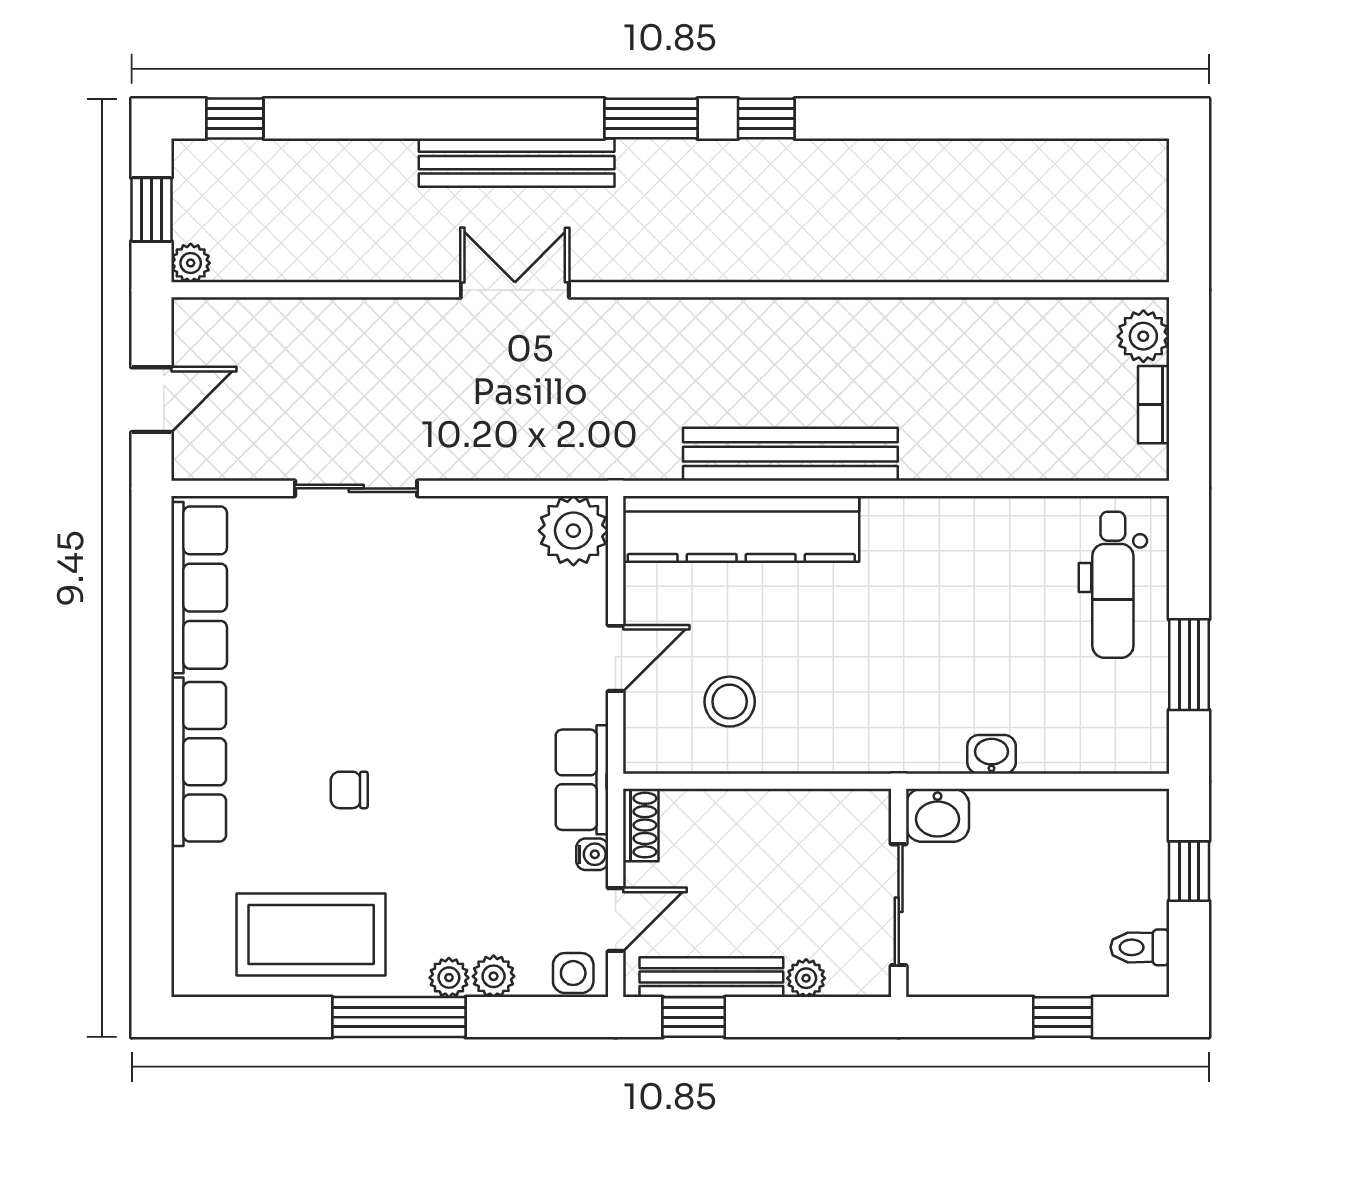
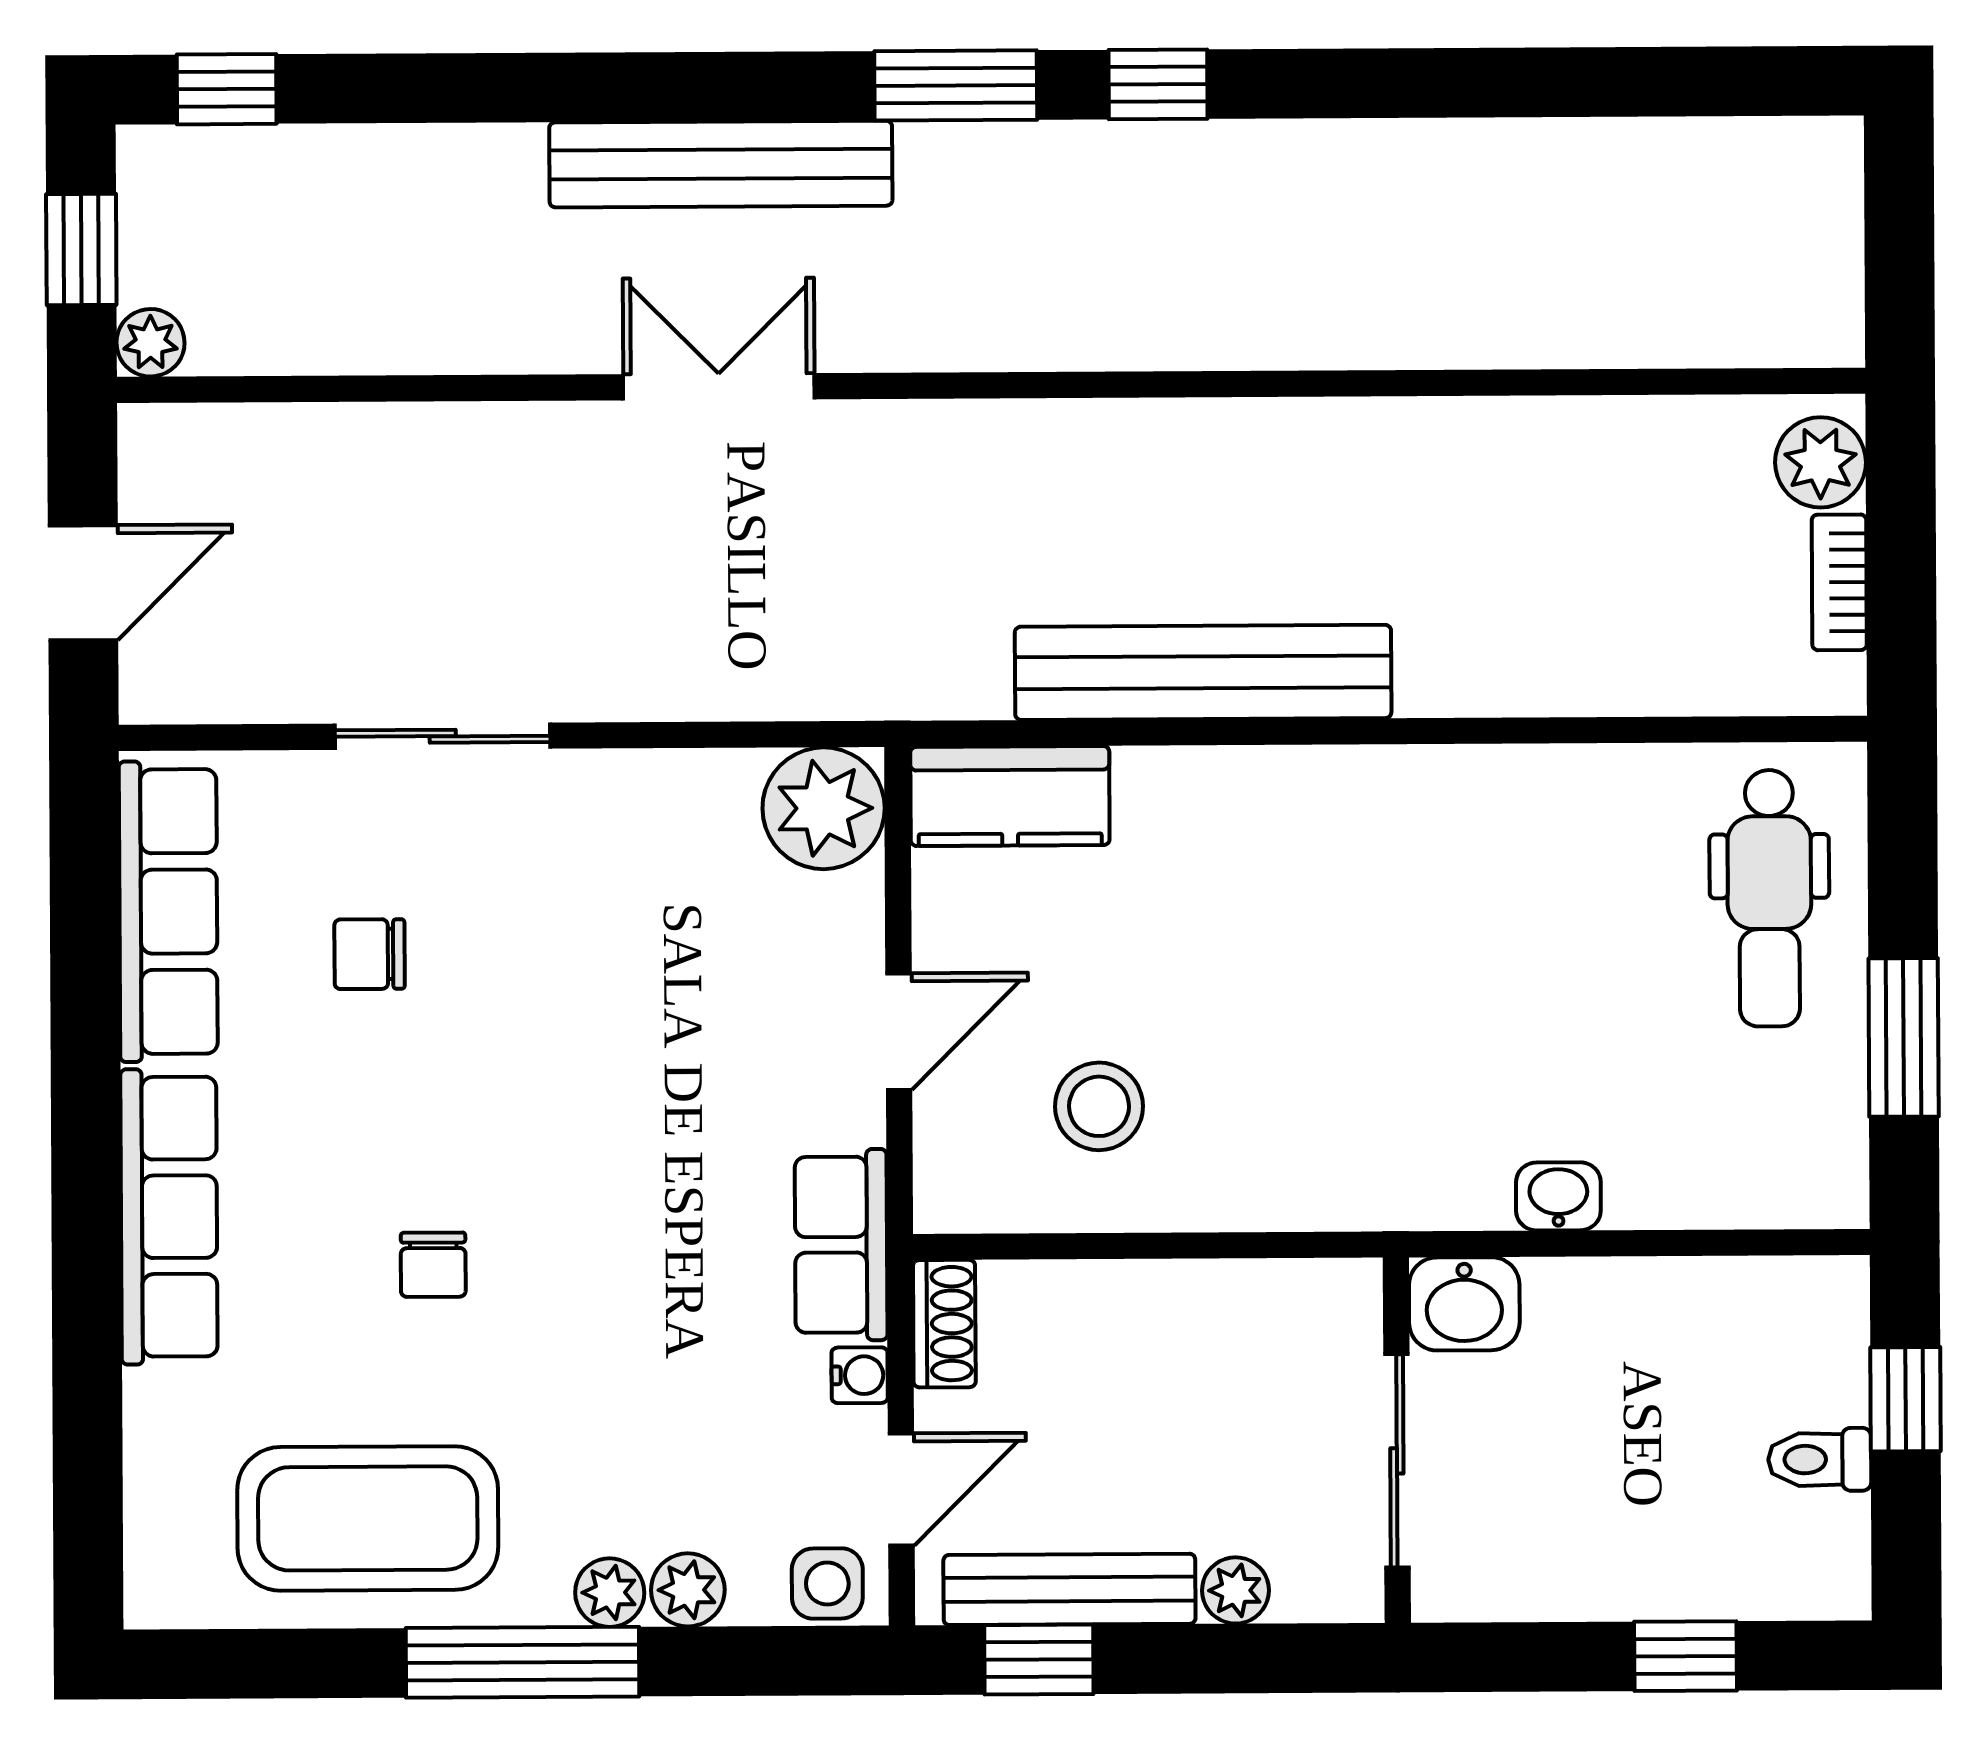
kitchen counter: (741, 529) -> (1010, 796), width x0.48, depth x0.86
chair: (314, 613) -> (370, 954), added
chair: (349, 790) -> (433, 1265), turned -90
toilet: (1140, 947) -> (1820, 1459), moved

